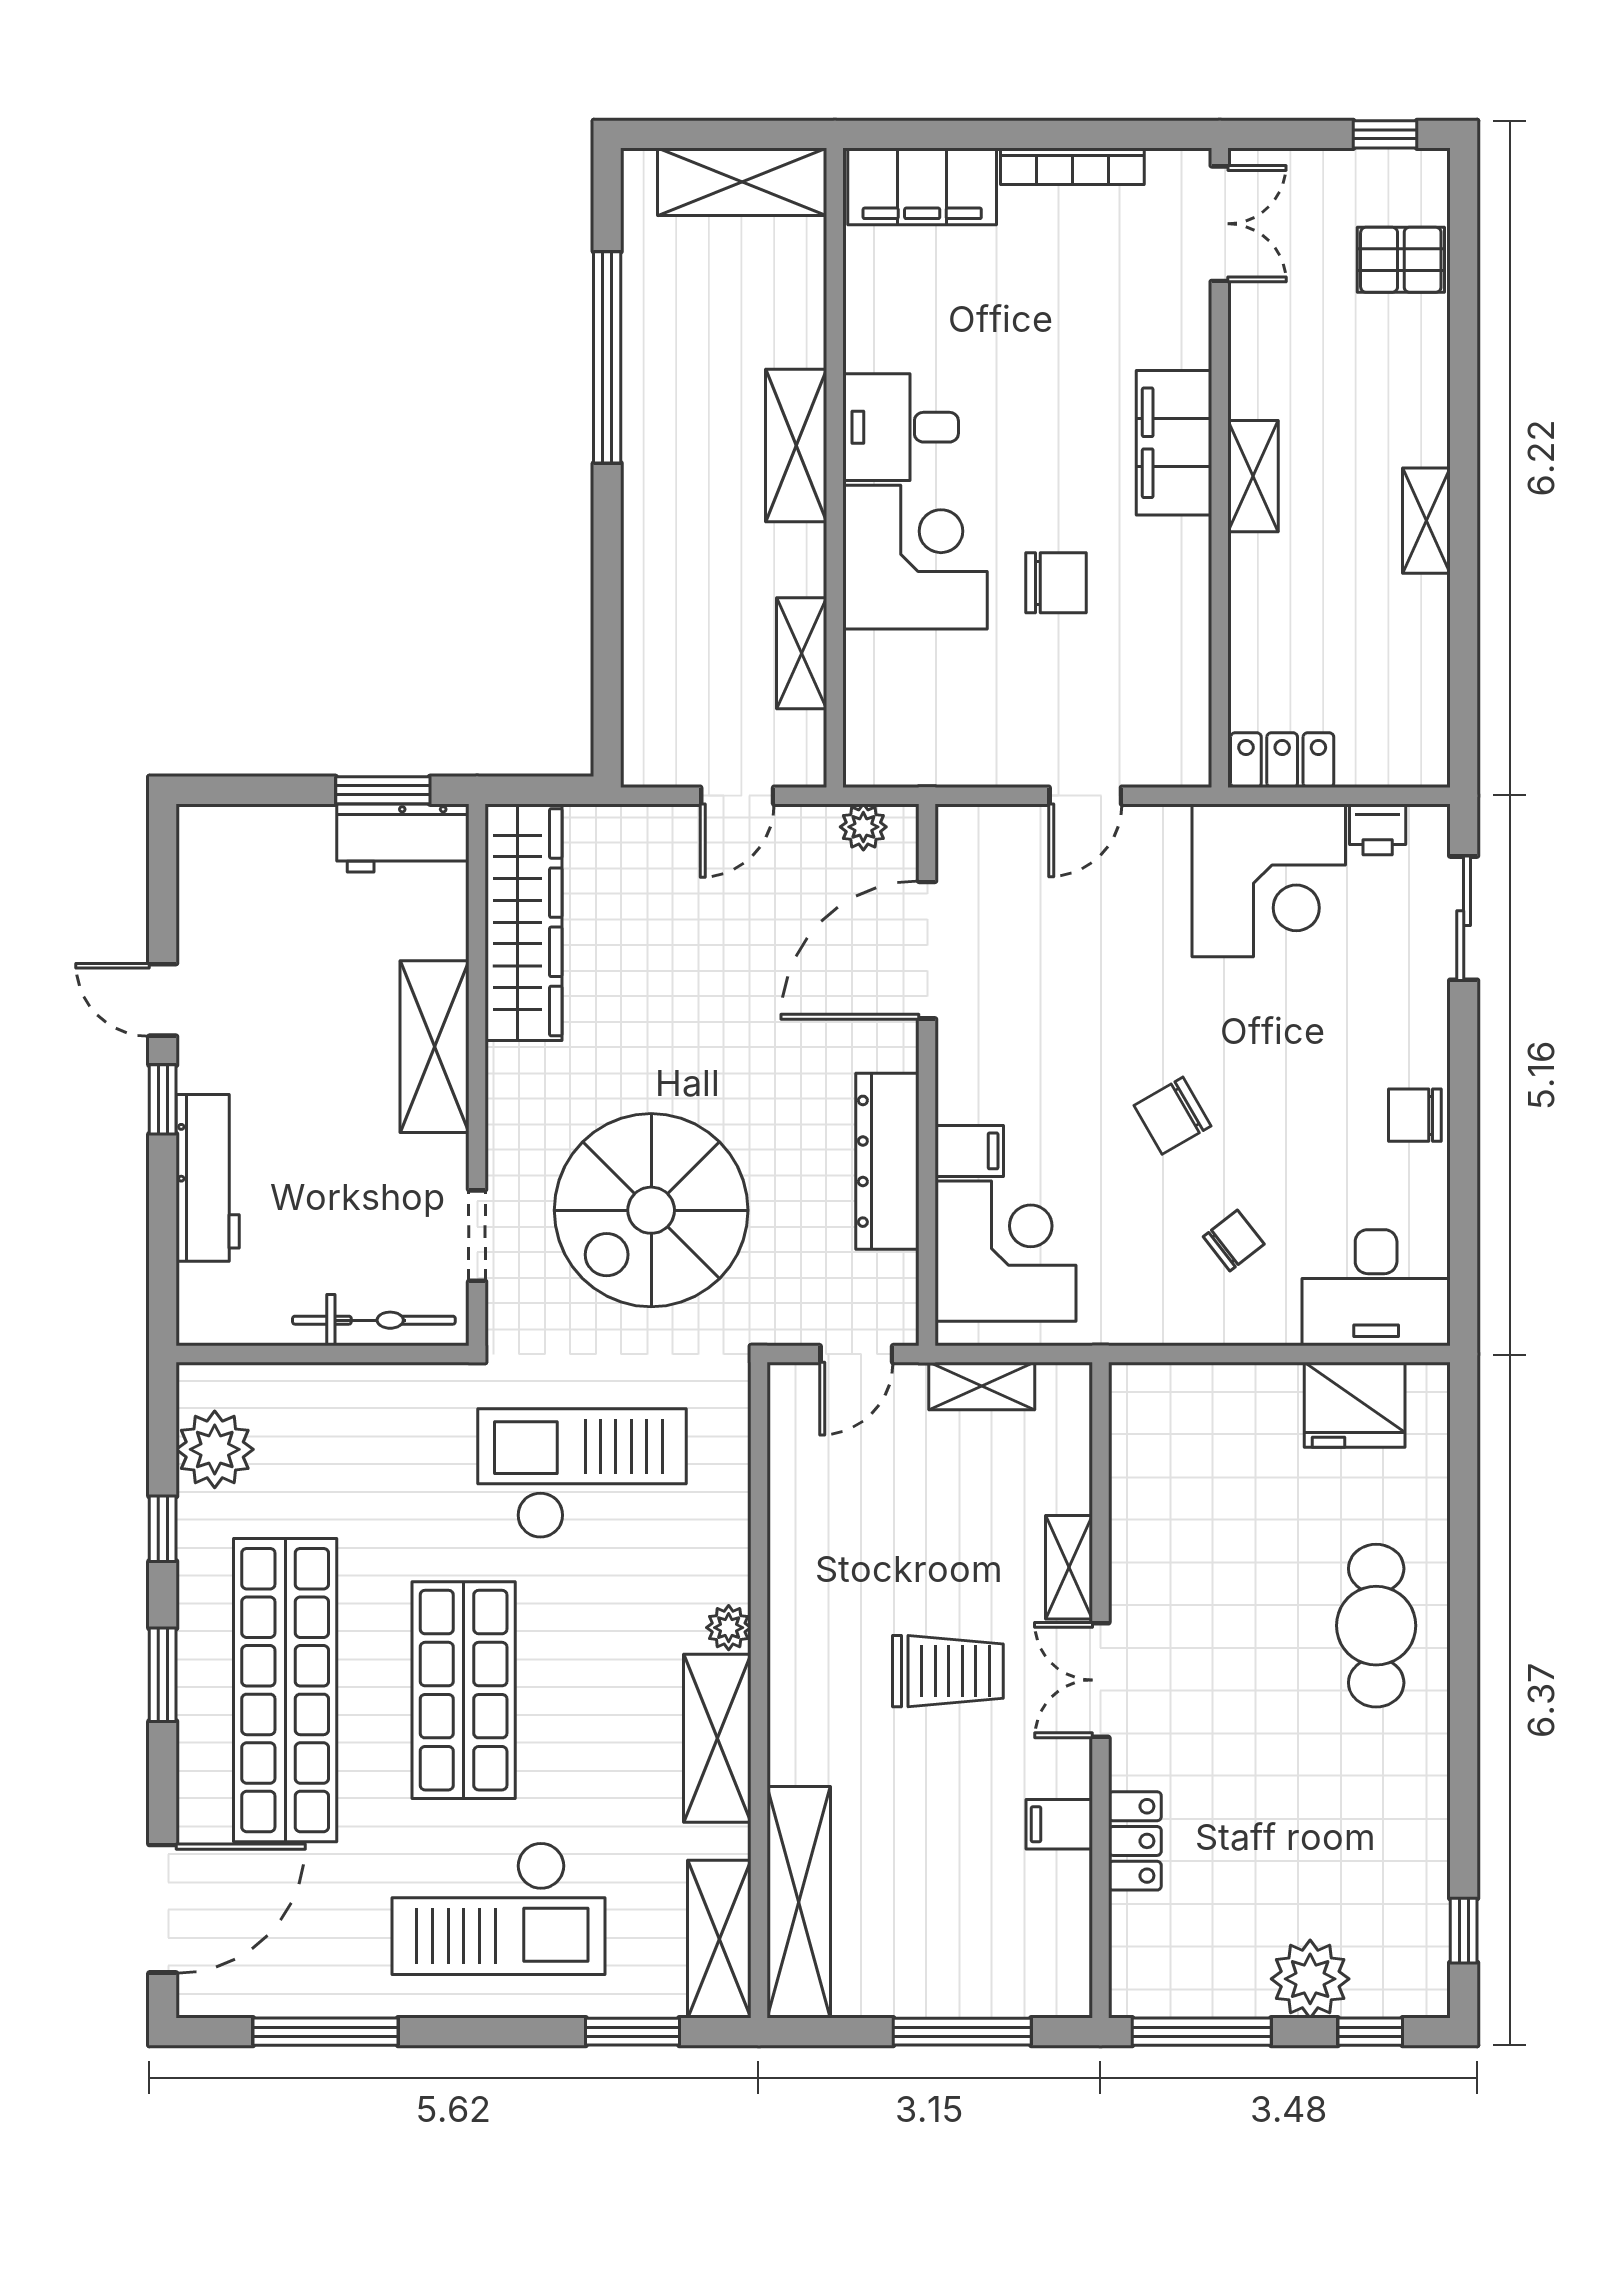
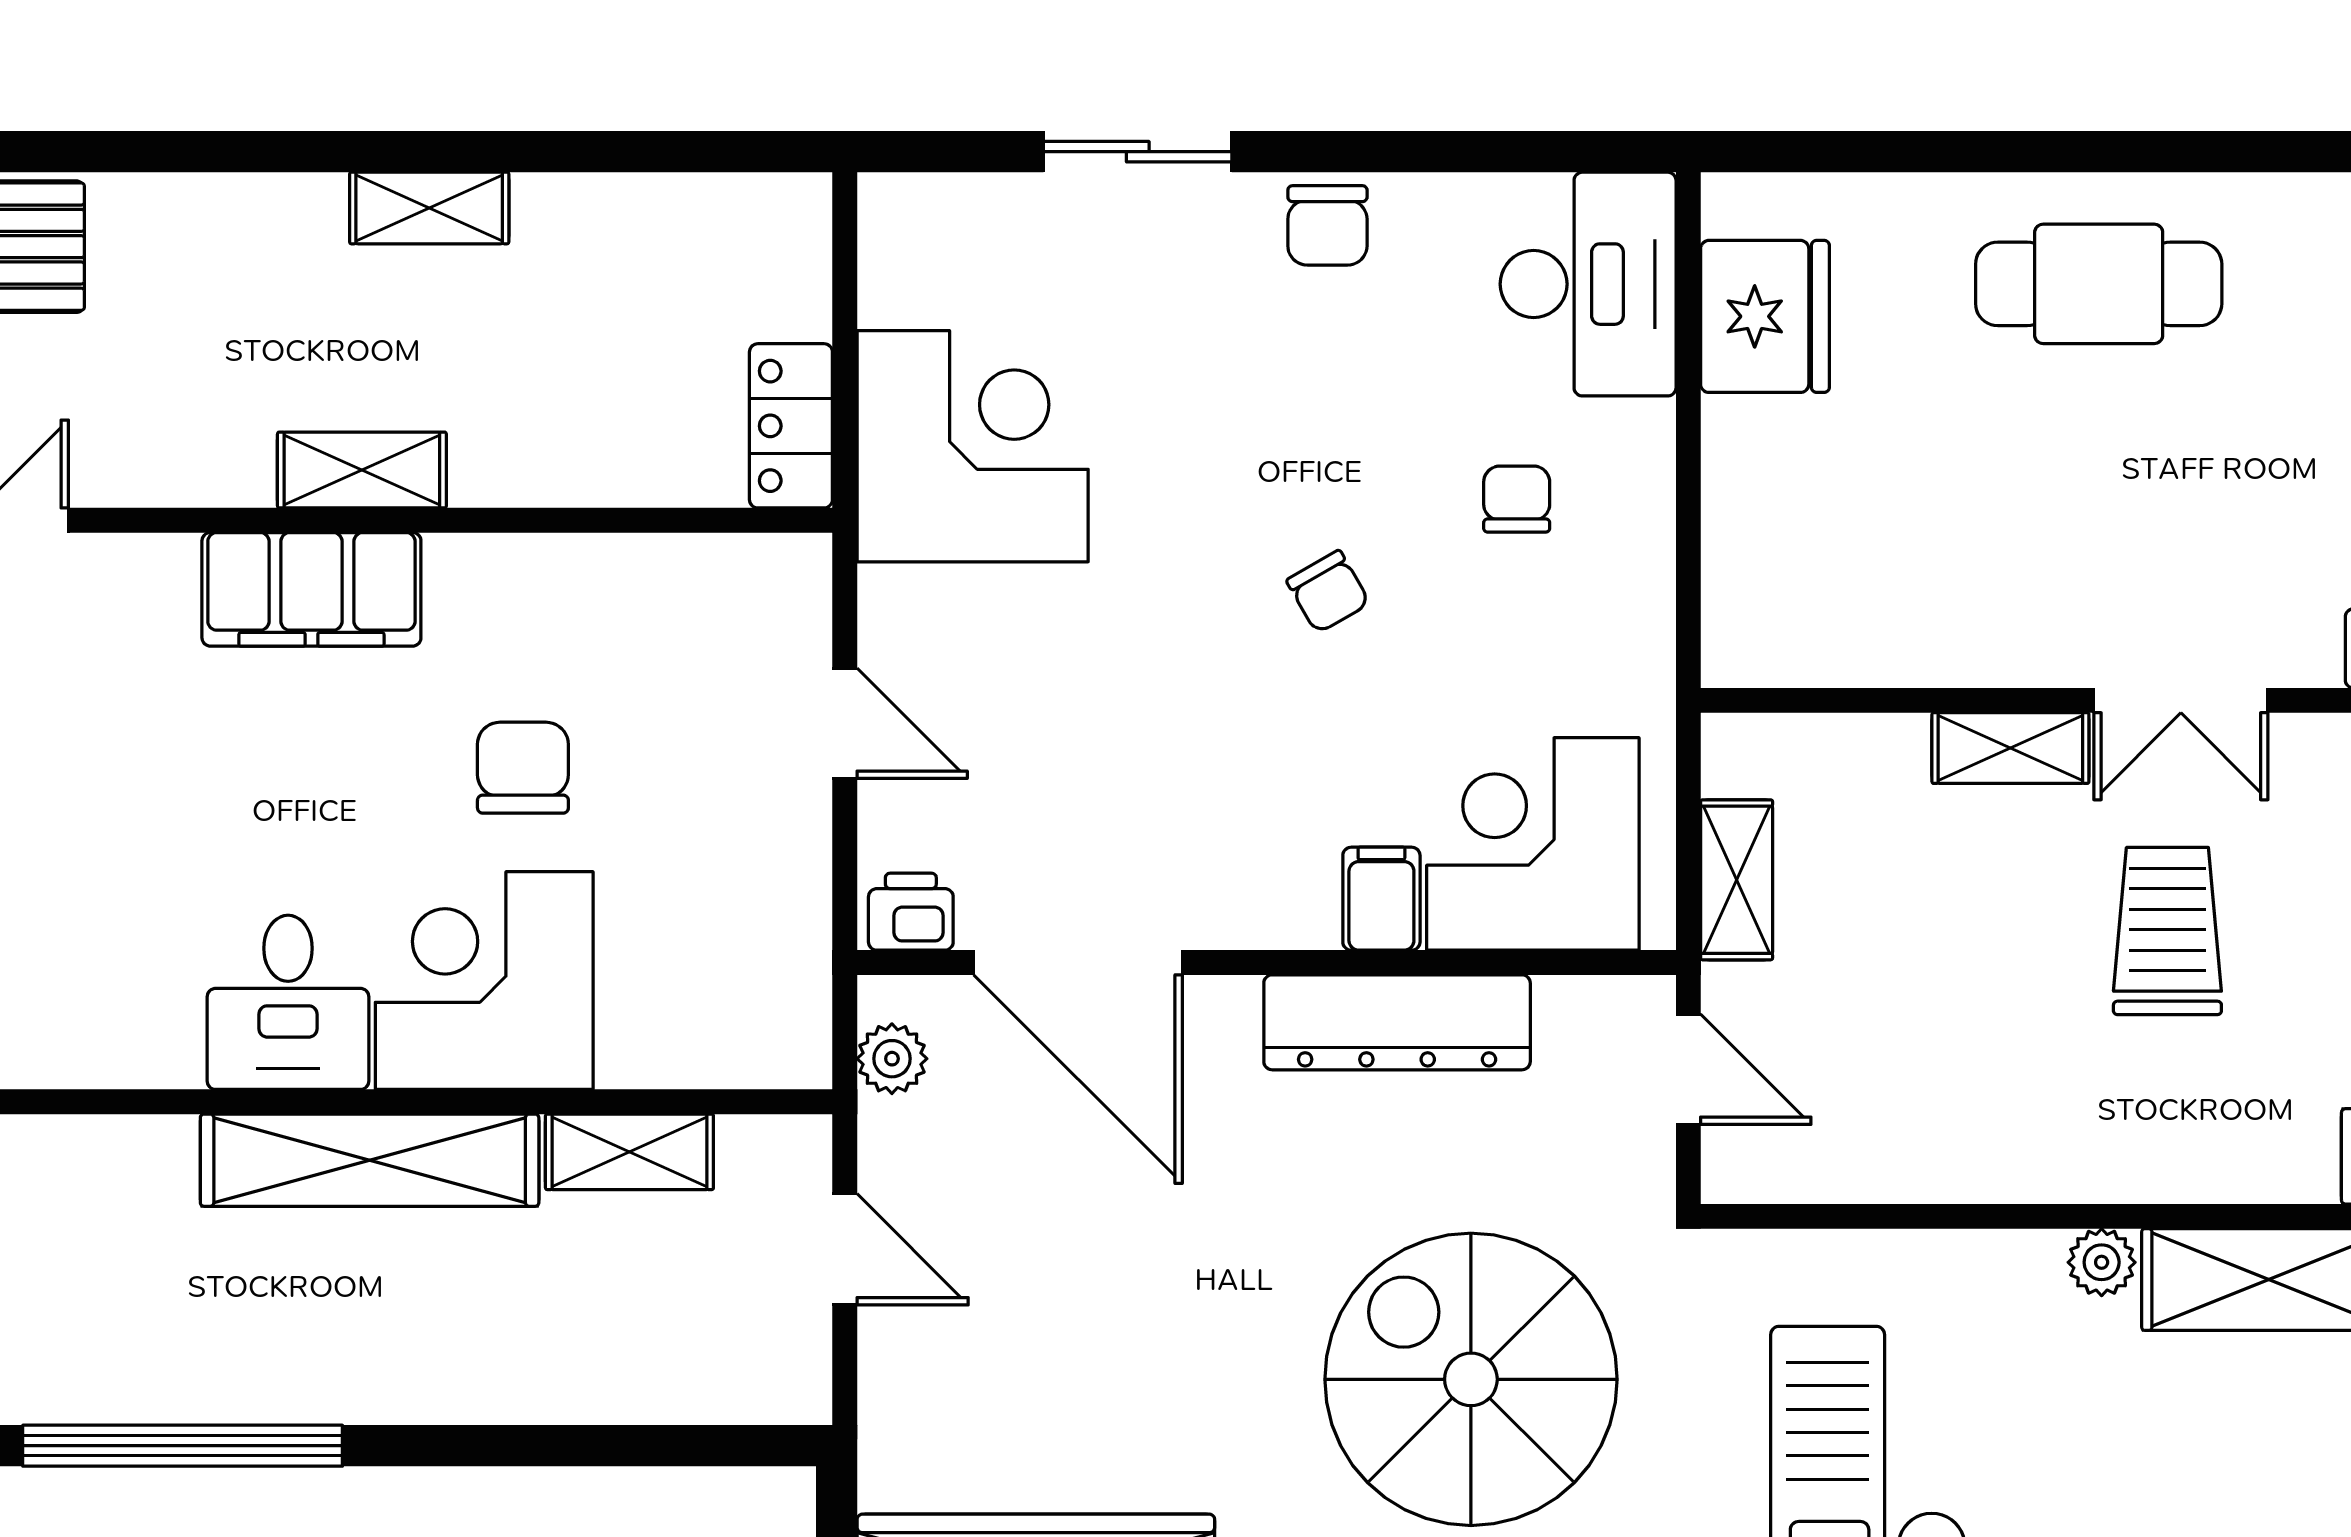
shelving: (796, 446) -> (370, 1160), width x1.47
printer: (1378, 829) -> (911, 912), moved, turned -90
sliding door: (1464, 918) -> (1138, 152), moved
chair: (1172, 1116) -> (1328, 592), width x0.73, depth x0.73
spiral stairs: (651, 1210) -> (1471, 1379), turned 180
chair: (1234, 1240) -> (1517, 499), turned 38

